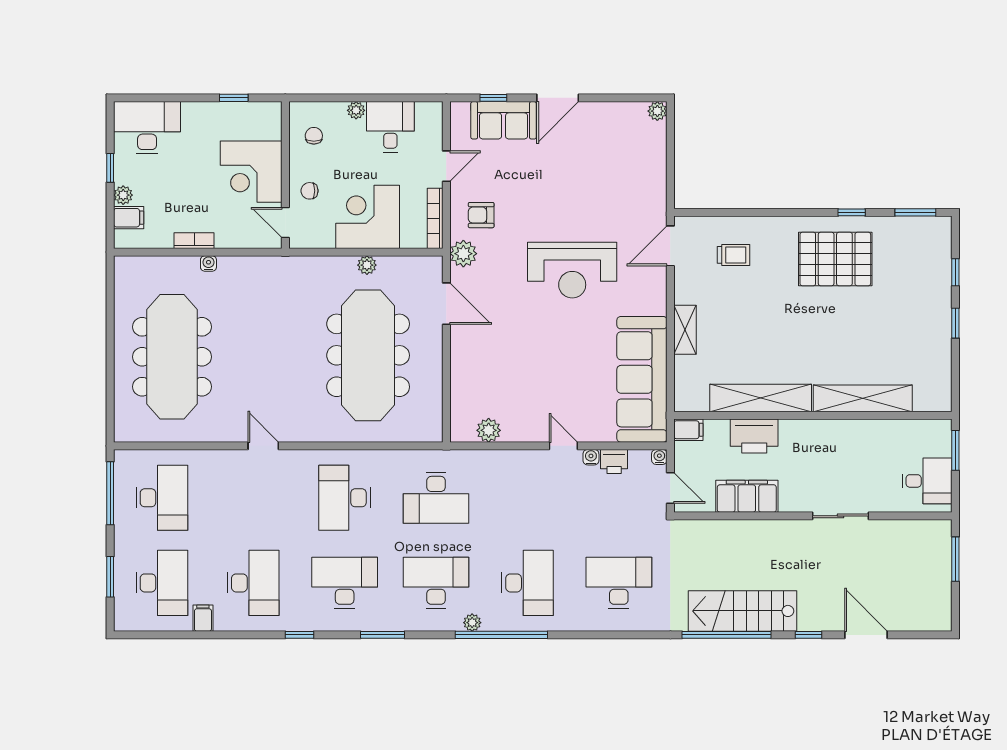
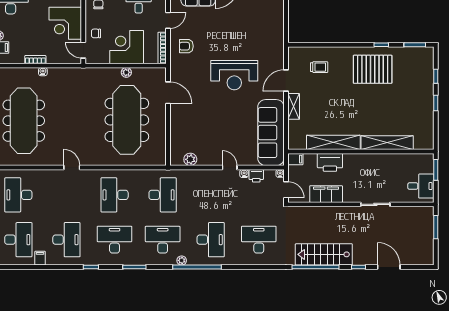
door: (670, 246) -> (286, 80), moved
plant: (463, 254) -> (177, 66), removed
desk: (162, 498) -> (18, 195), turned 180
desk: (436, 498) -> (163, 195), turned -90

